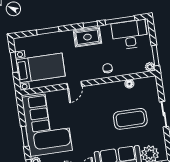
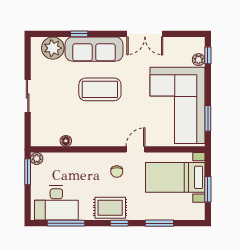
window: (90, 25) -> (119, 223), moved
chair: (108, 68) -> (117, 172), moved
coffee table: (130, 119) -> (100, 89), moved
window: (25, 136) -> (208, 118), moved

